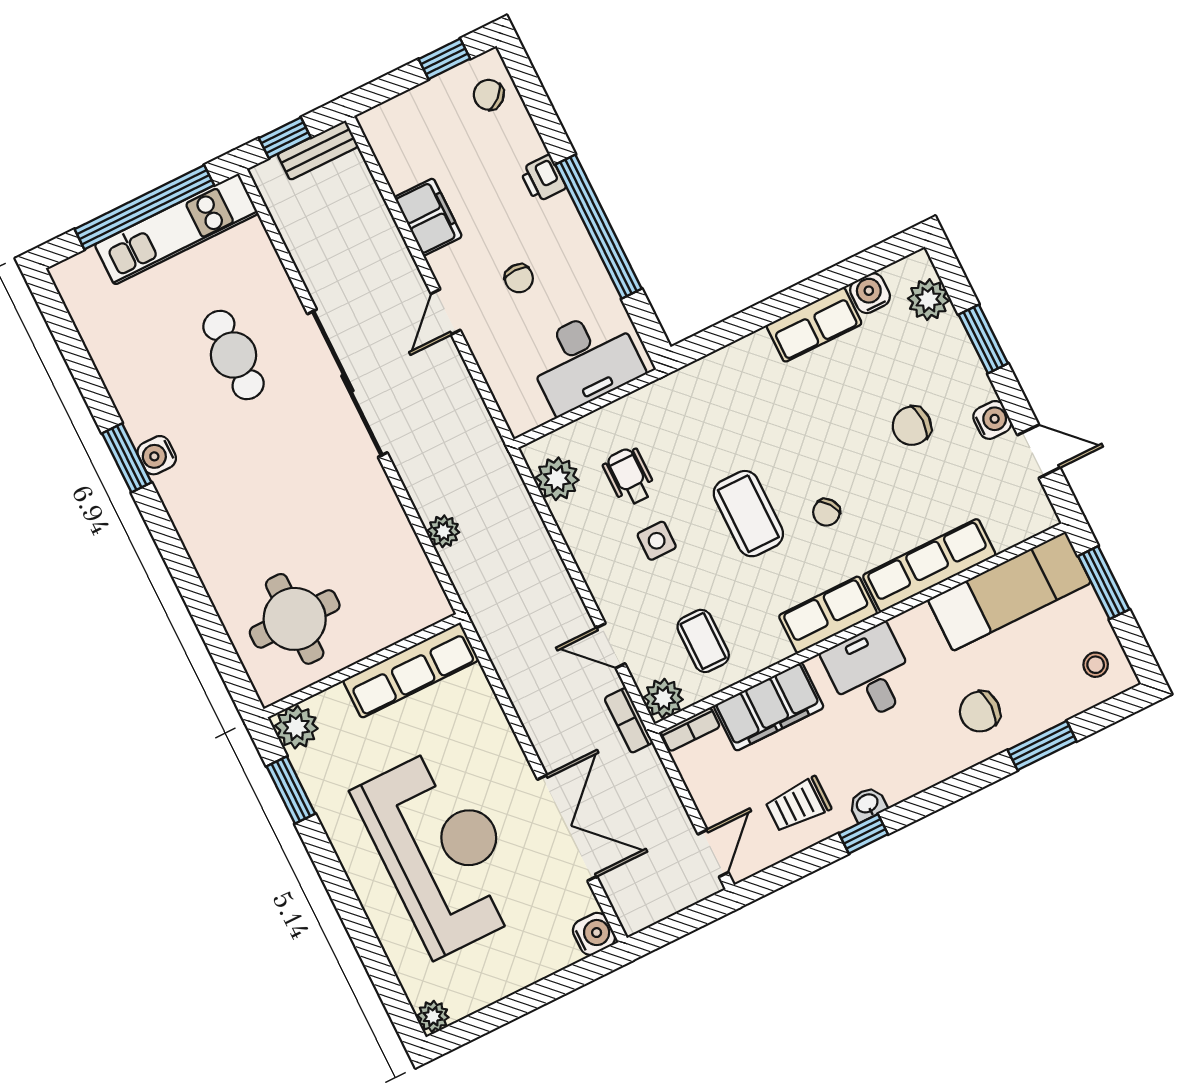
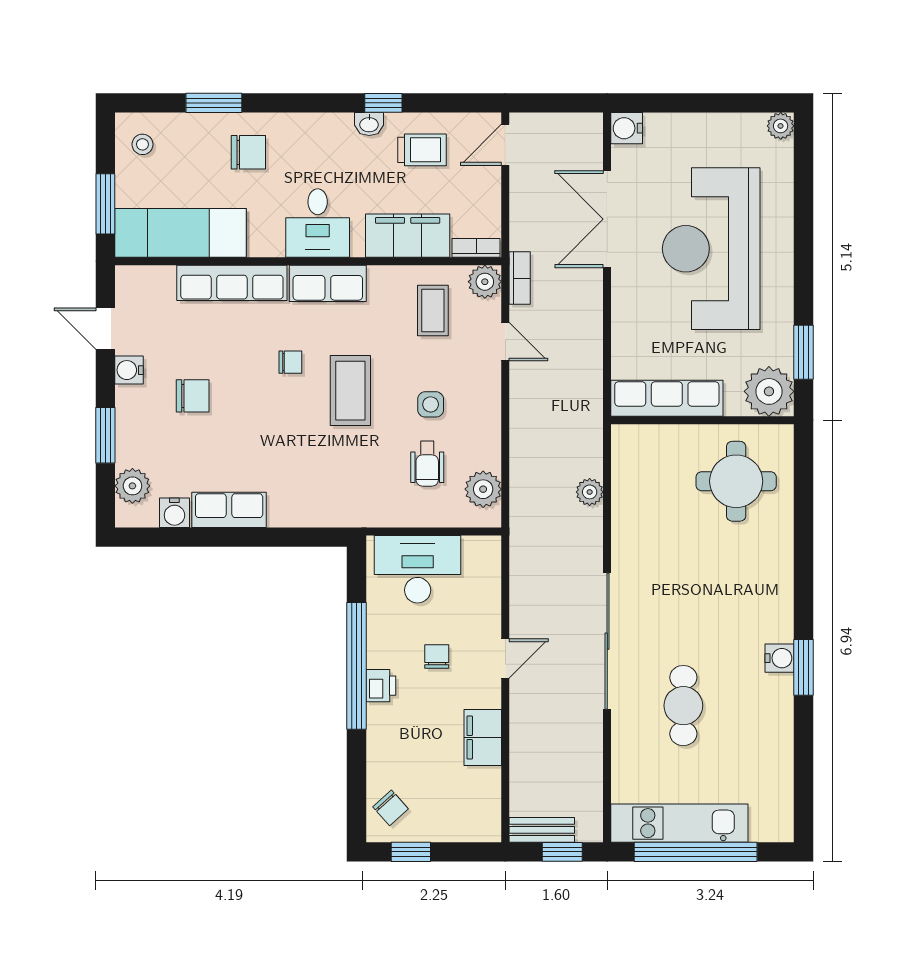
printer: (543, 179) -> (381, 686), moved
chair: (826, 512) -> (290, 362), turned 36
plant: (296, 727) -> (769, 391), width x1.36, depth x1.36

